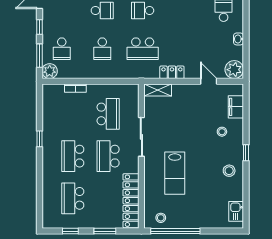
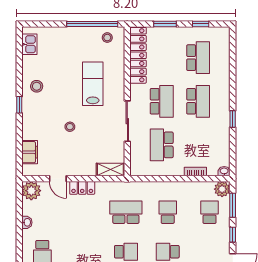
locker: (172, 72) -> (82, 188), moved
washbasin: (48, 88) -> (224, 171), added
stool: (222, 132) -> (70, 127), moved

